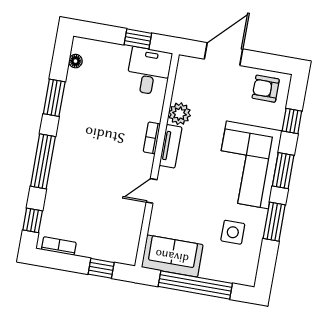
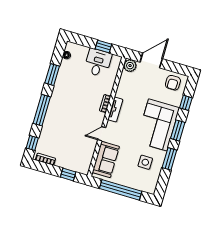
desk: (149, 71) -> (98, 63), moved
armchair: (266, 89) -> (173, 83), turned -90
plant: (180, 114) -> (130, 66), moved
sofa: (172, 256) -> (106, 159), moved, turned 90

